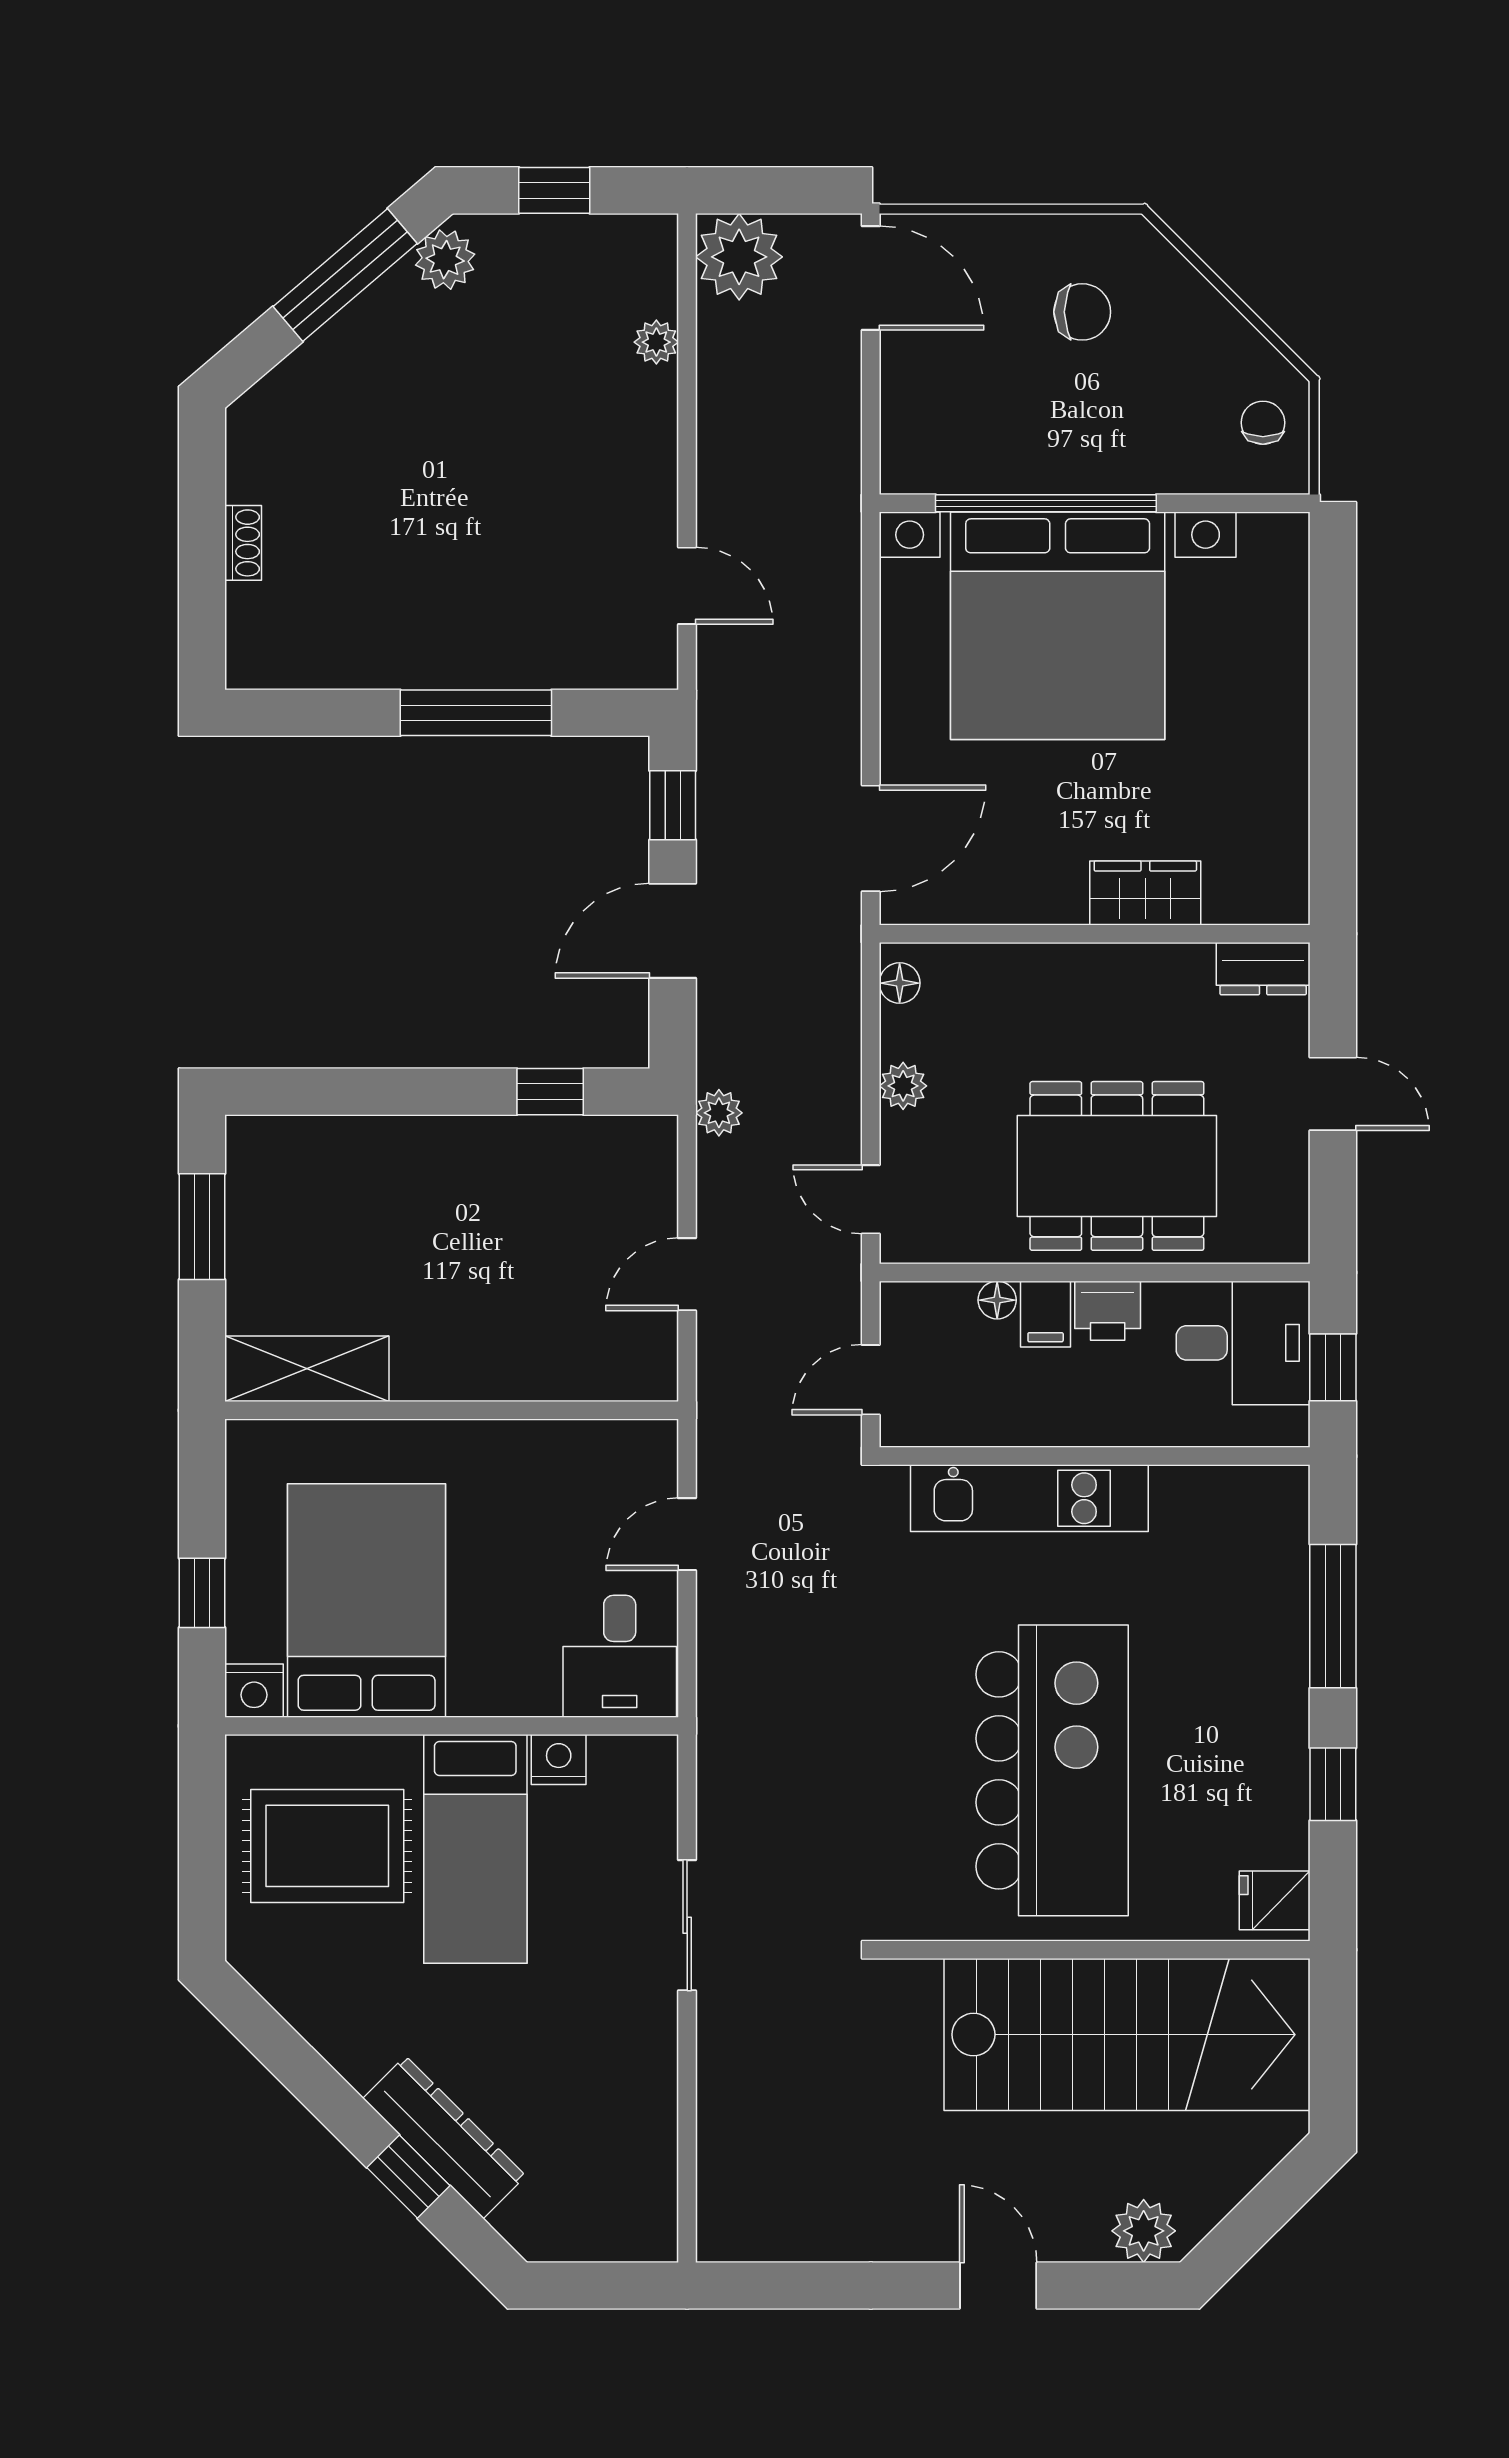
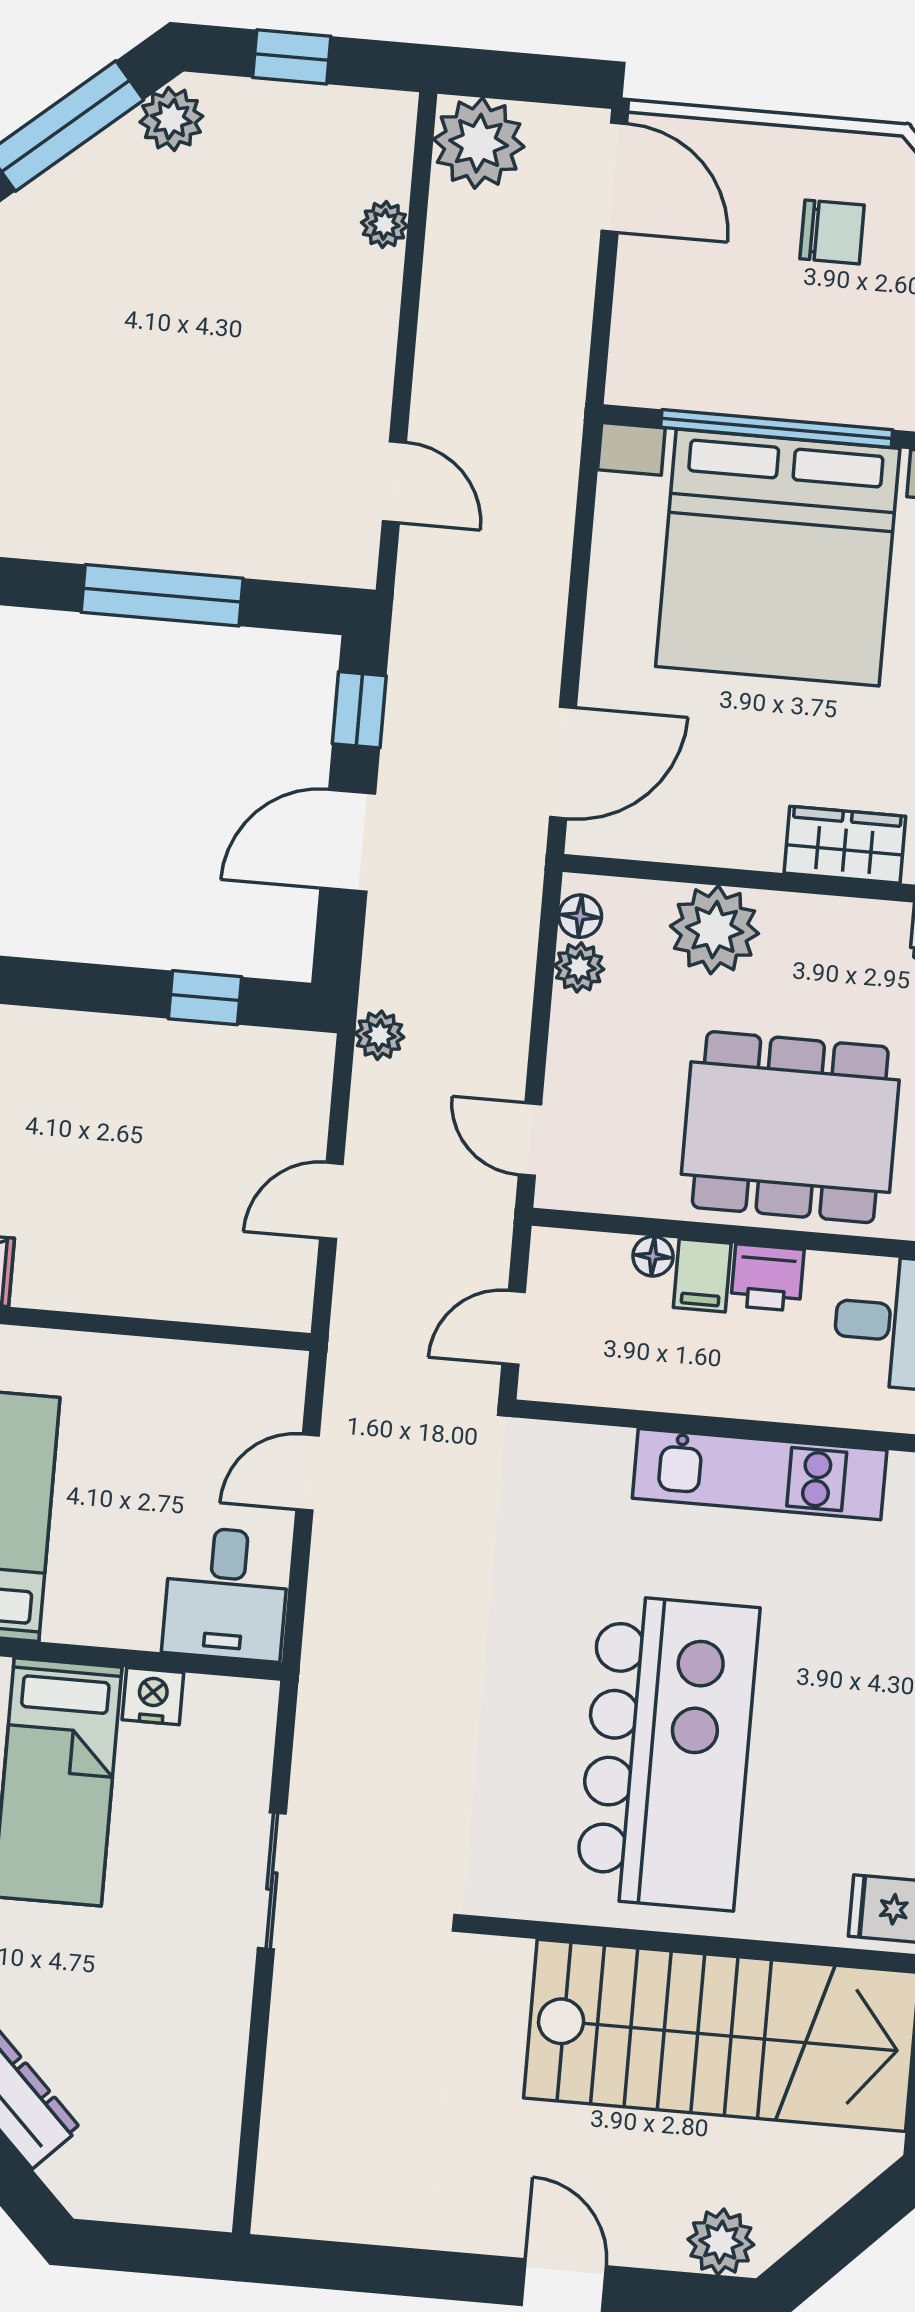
plant: (1029, 985) -> (715, 930), added
plant: (903, 1086) -> (579, 967), moved
kitchen unit: (1029, 1498) -> (760, 1474), moved

